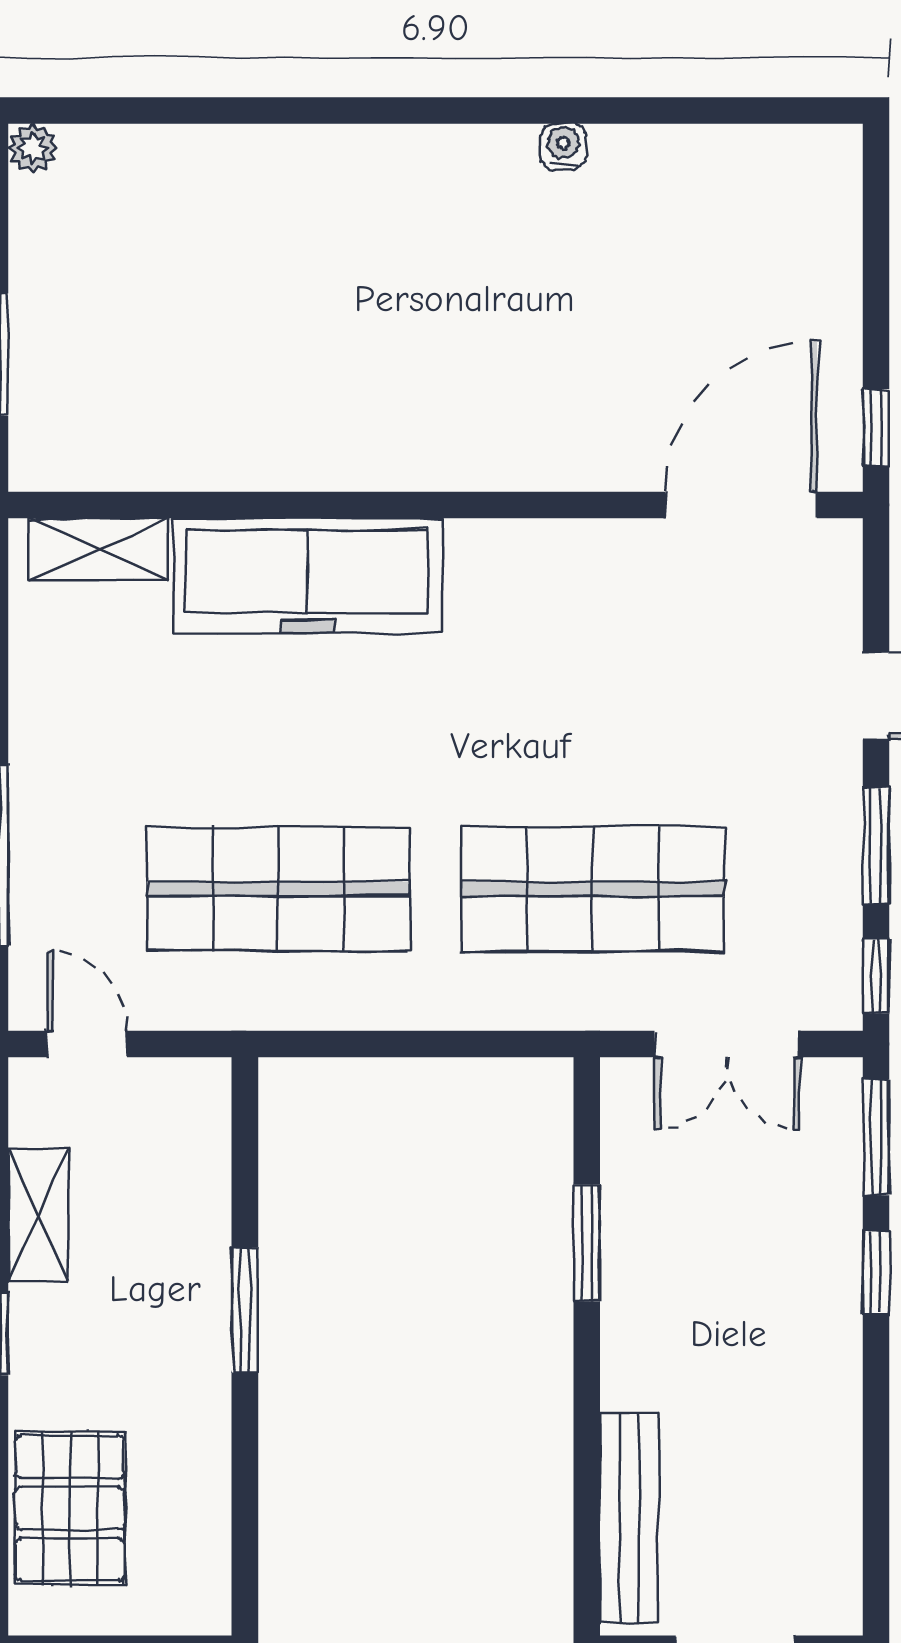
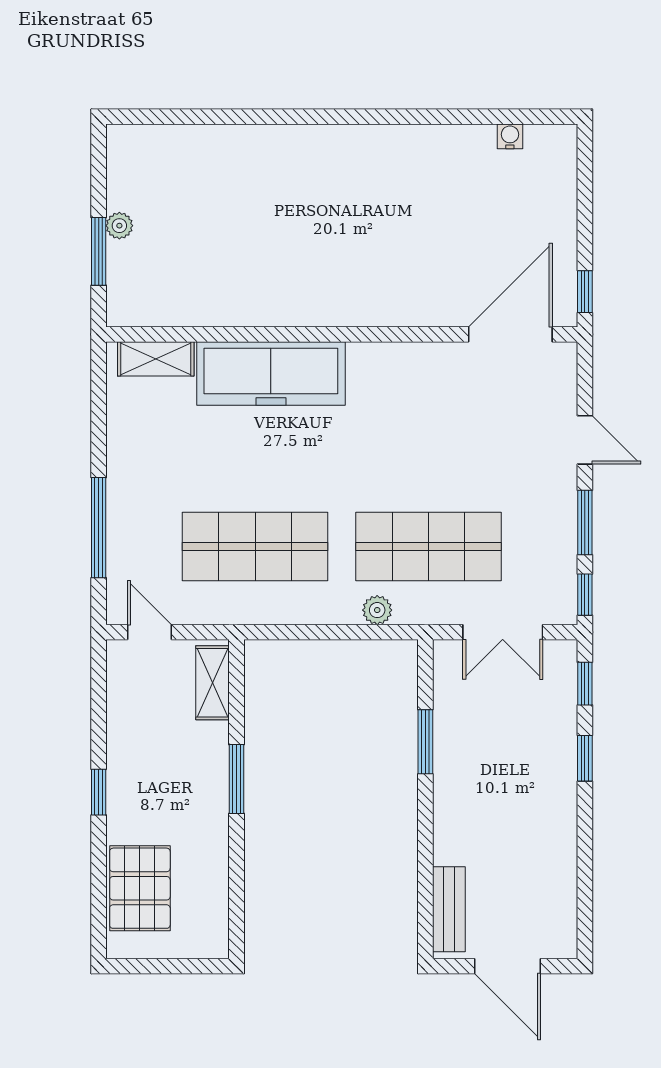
water cooler: (563, 146) -> (510, 136), moved
plant: (33, 148) -> (119, 226), moved
plant: (500, 1004) -> (377, 610), added
window: (876, 1137) -> (585, 684), width x0.67
shelving: (38, 1215) -> (213, 683), moved
bench: (629, 1518) -> (449, 909), width x0.73

